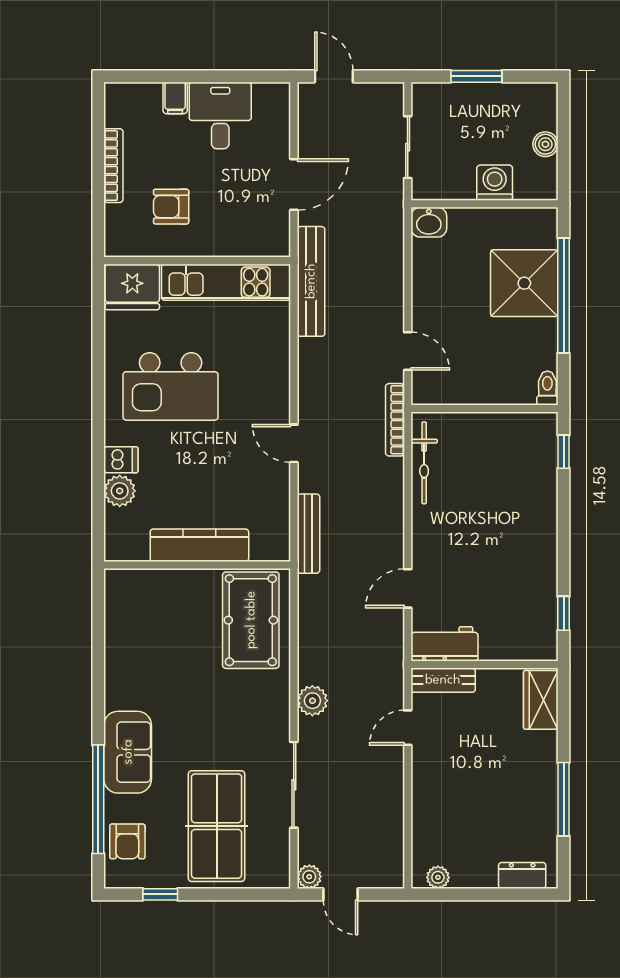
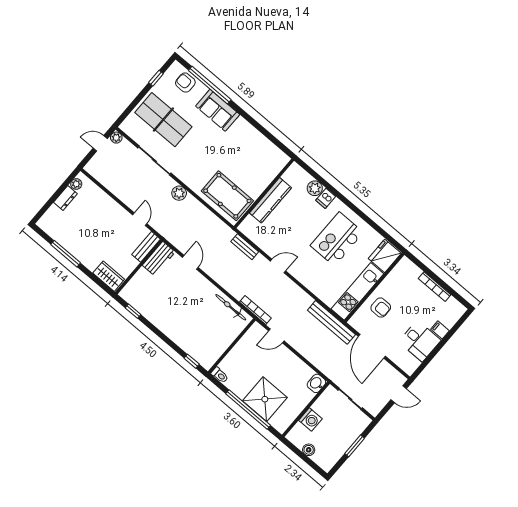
door: (294, 184) -> (372, 346), width x1.36
armchair: (171, 207) -> (381, 308), moved, turned 90
bench: (308, 534) -> (245, 247), width x0.73
dresser: (522, 875) -> (65, 198), moved

